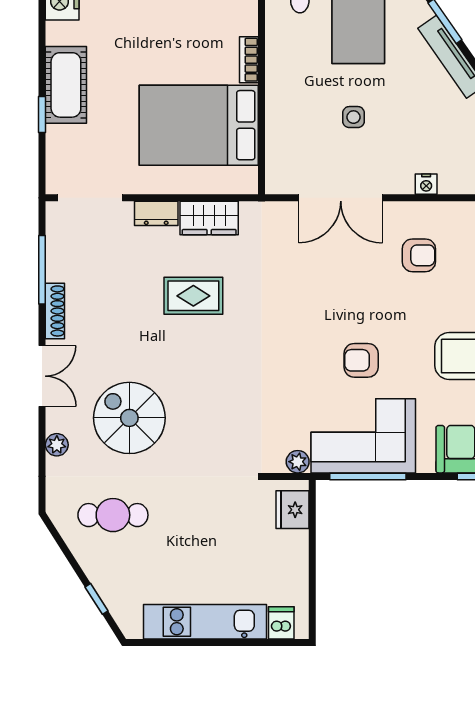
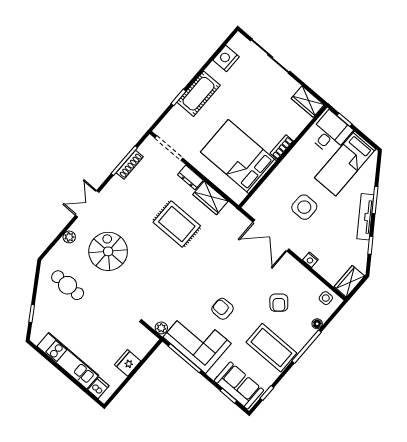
side table: (354, 117) -> (304, 207), width x1.87, depth x1.87
armchair: (419, 255) -> (279, 303), moved, turned 49
rug: (193, 296) -> (177, 224), width x1.36, depth x1.43
shoe rack: (55, 311) -> (130, 165), moved
double door: (42, 376) -> (87, 204), swing flipped
fridge: (293, 510) -> (128, 363), moved

